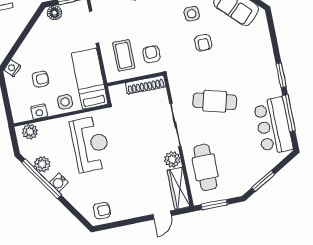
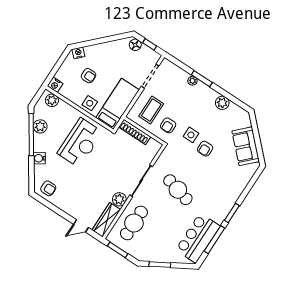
side table: (192, 14) -> (191, 135), moved
armchair: (151, 54) -> (168, 125), turned 180
shoe rack: (146, 85) -> (135, 132), moved
nightstand: (39, 112) -> (55, 85), moved
water cooler: (59, 182) -> (39, 158), moved

